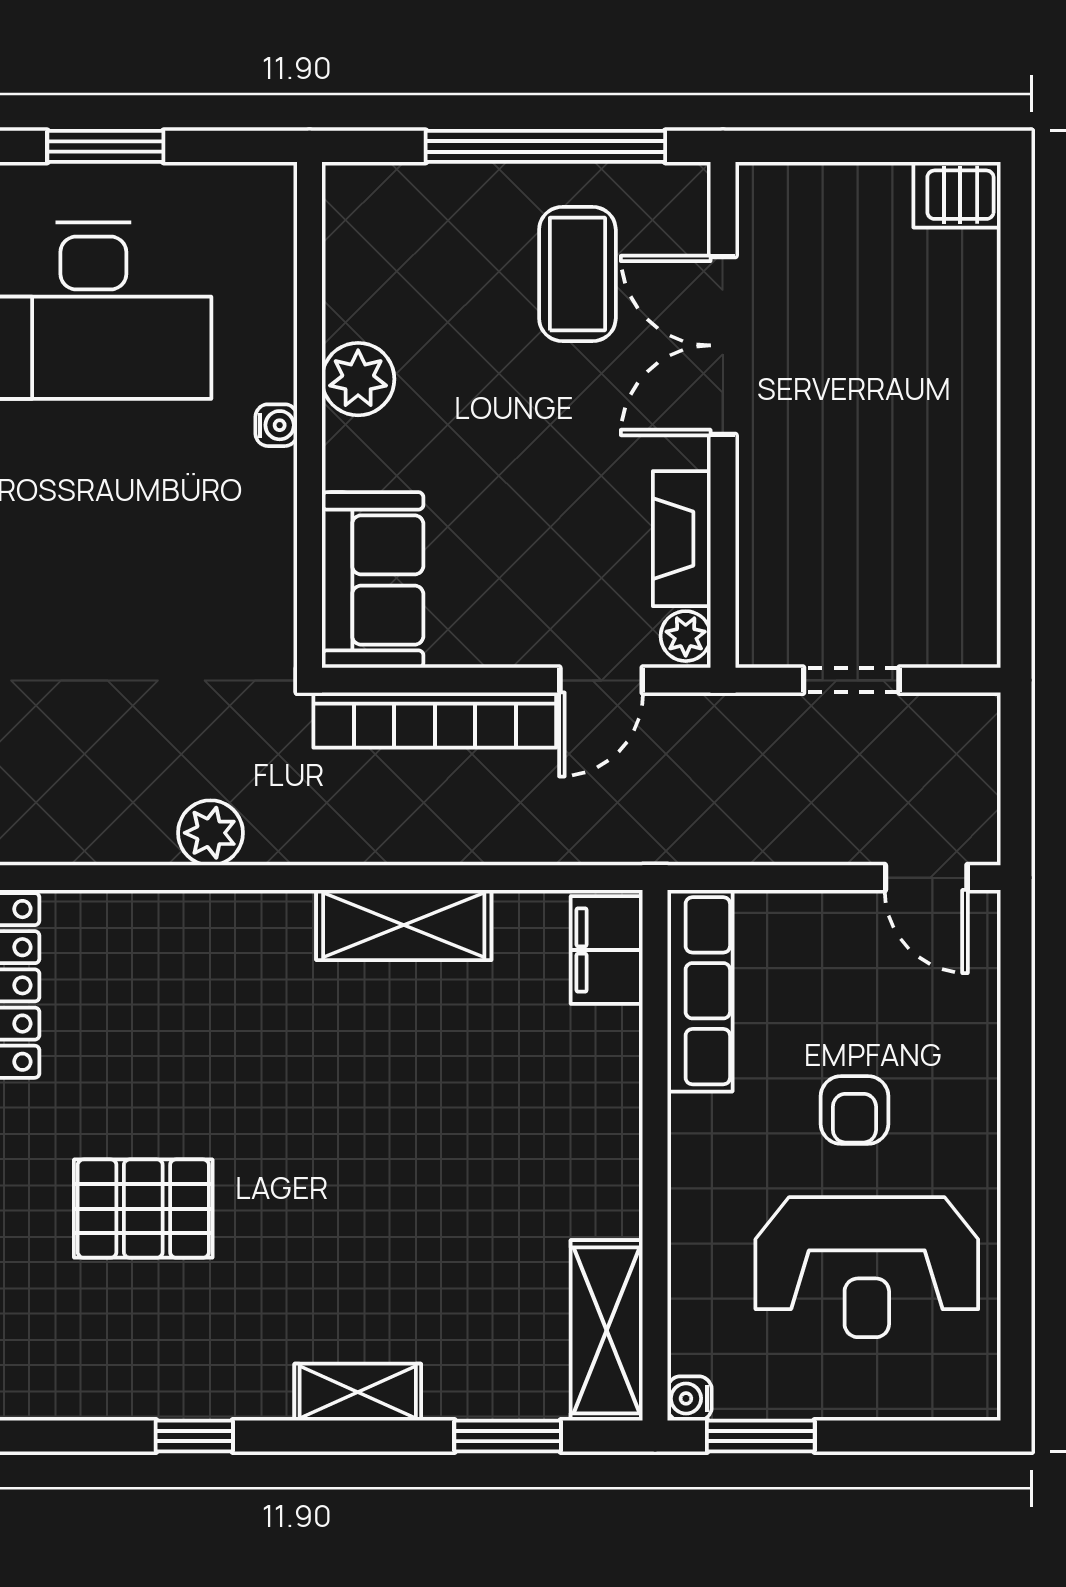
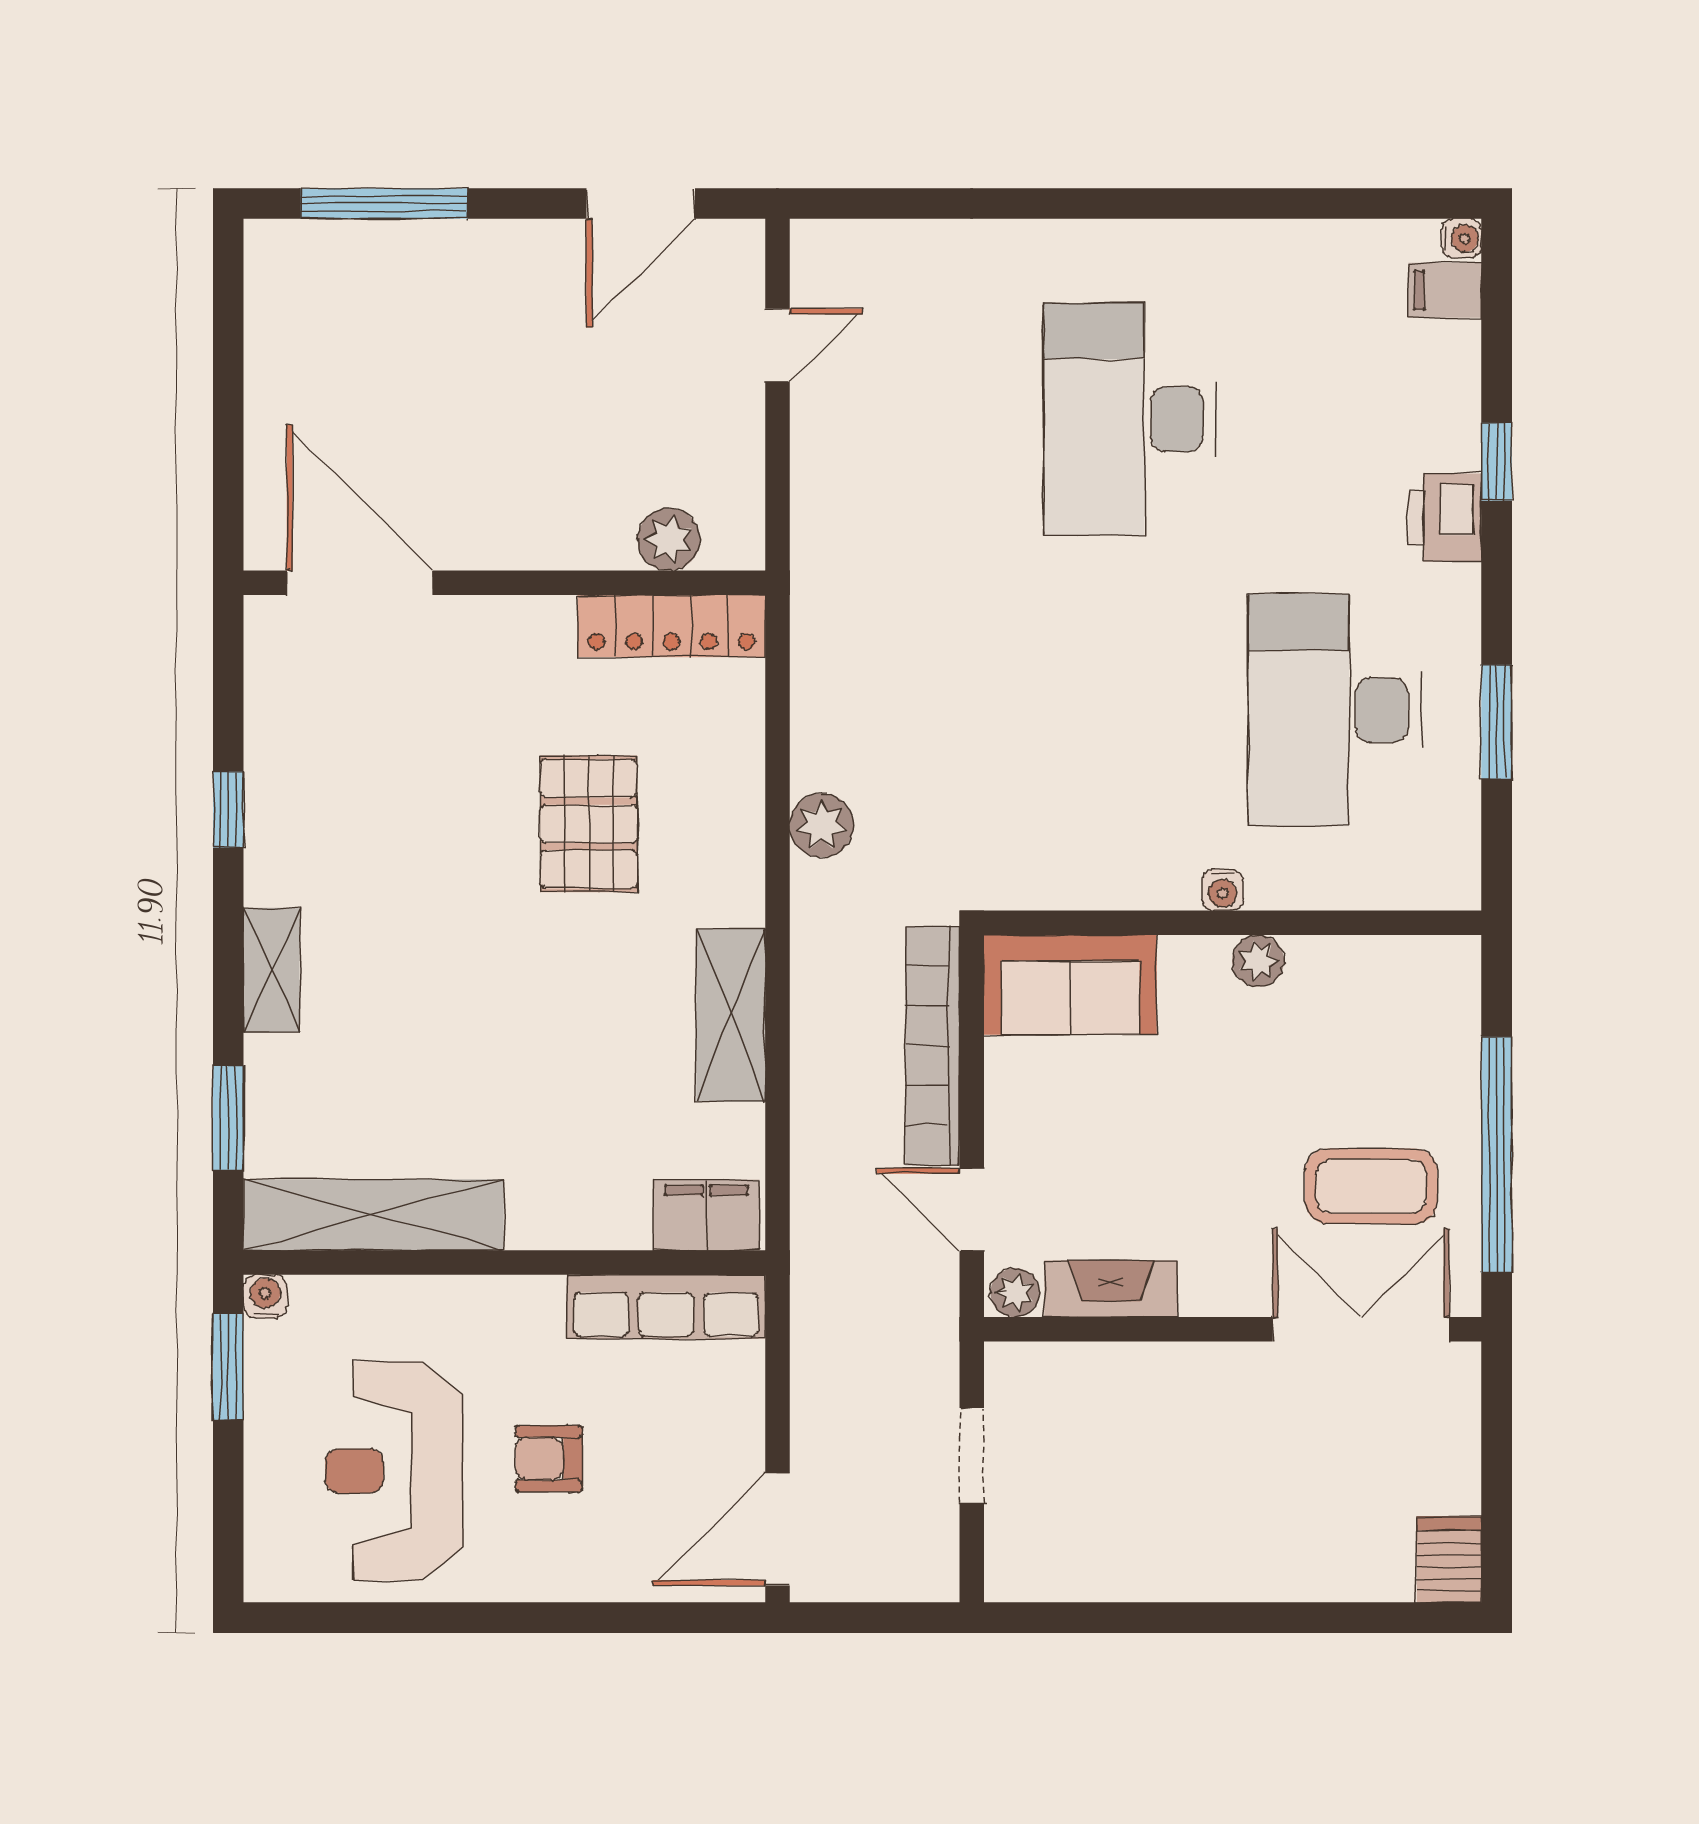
double door: (723, 345) -> (1361, 1329), moved
plant: (358, 379) -> (1258, 961), width x0.73, depth x0.73
door: (926, 878) -> (777, 1529), width x1.38
pallet: (143, 1209) -> (589, 824), moved
shelving: (607, 1330) -> (374, 1215), width x1.47

